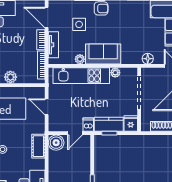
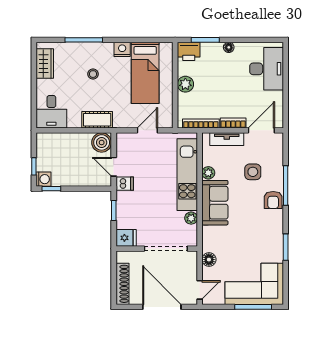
kitchen counter: (109, 124) -> (125, 210), removed

